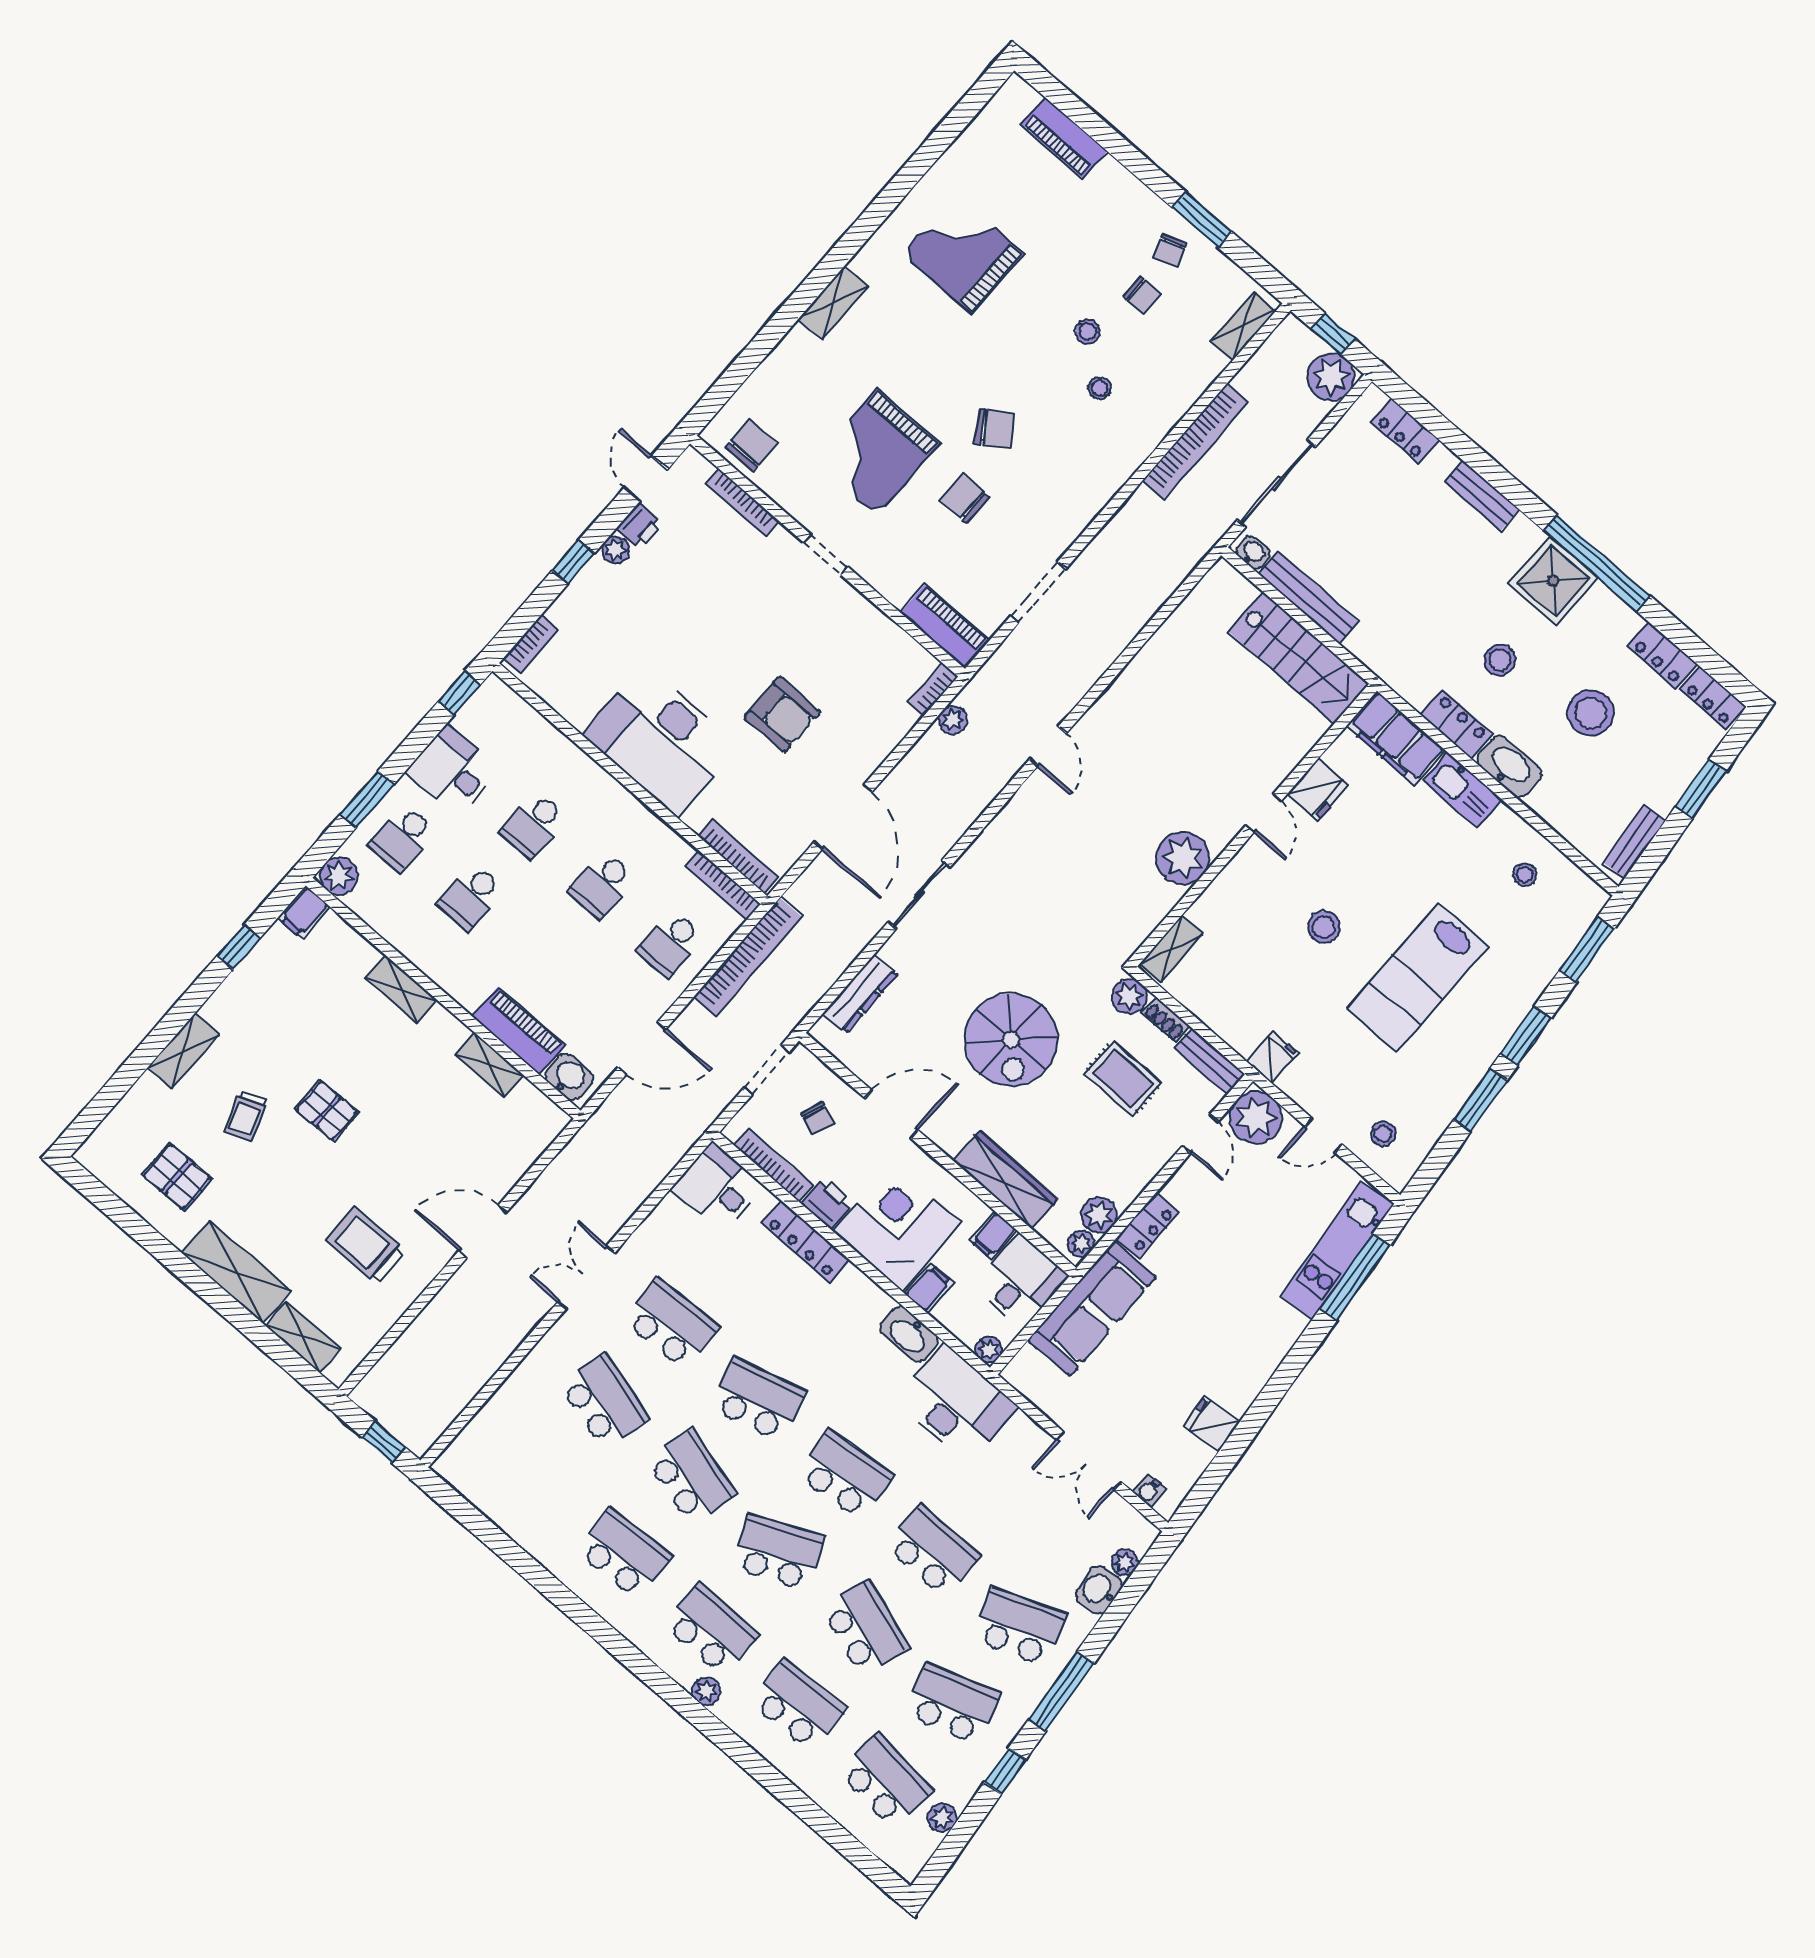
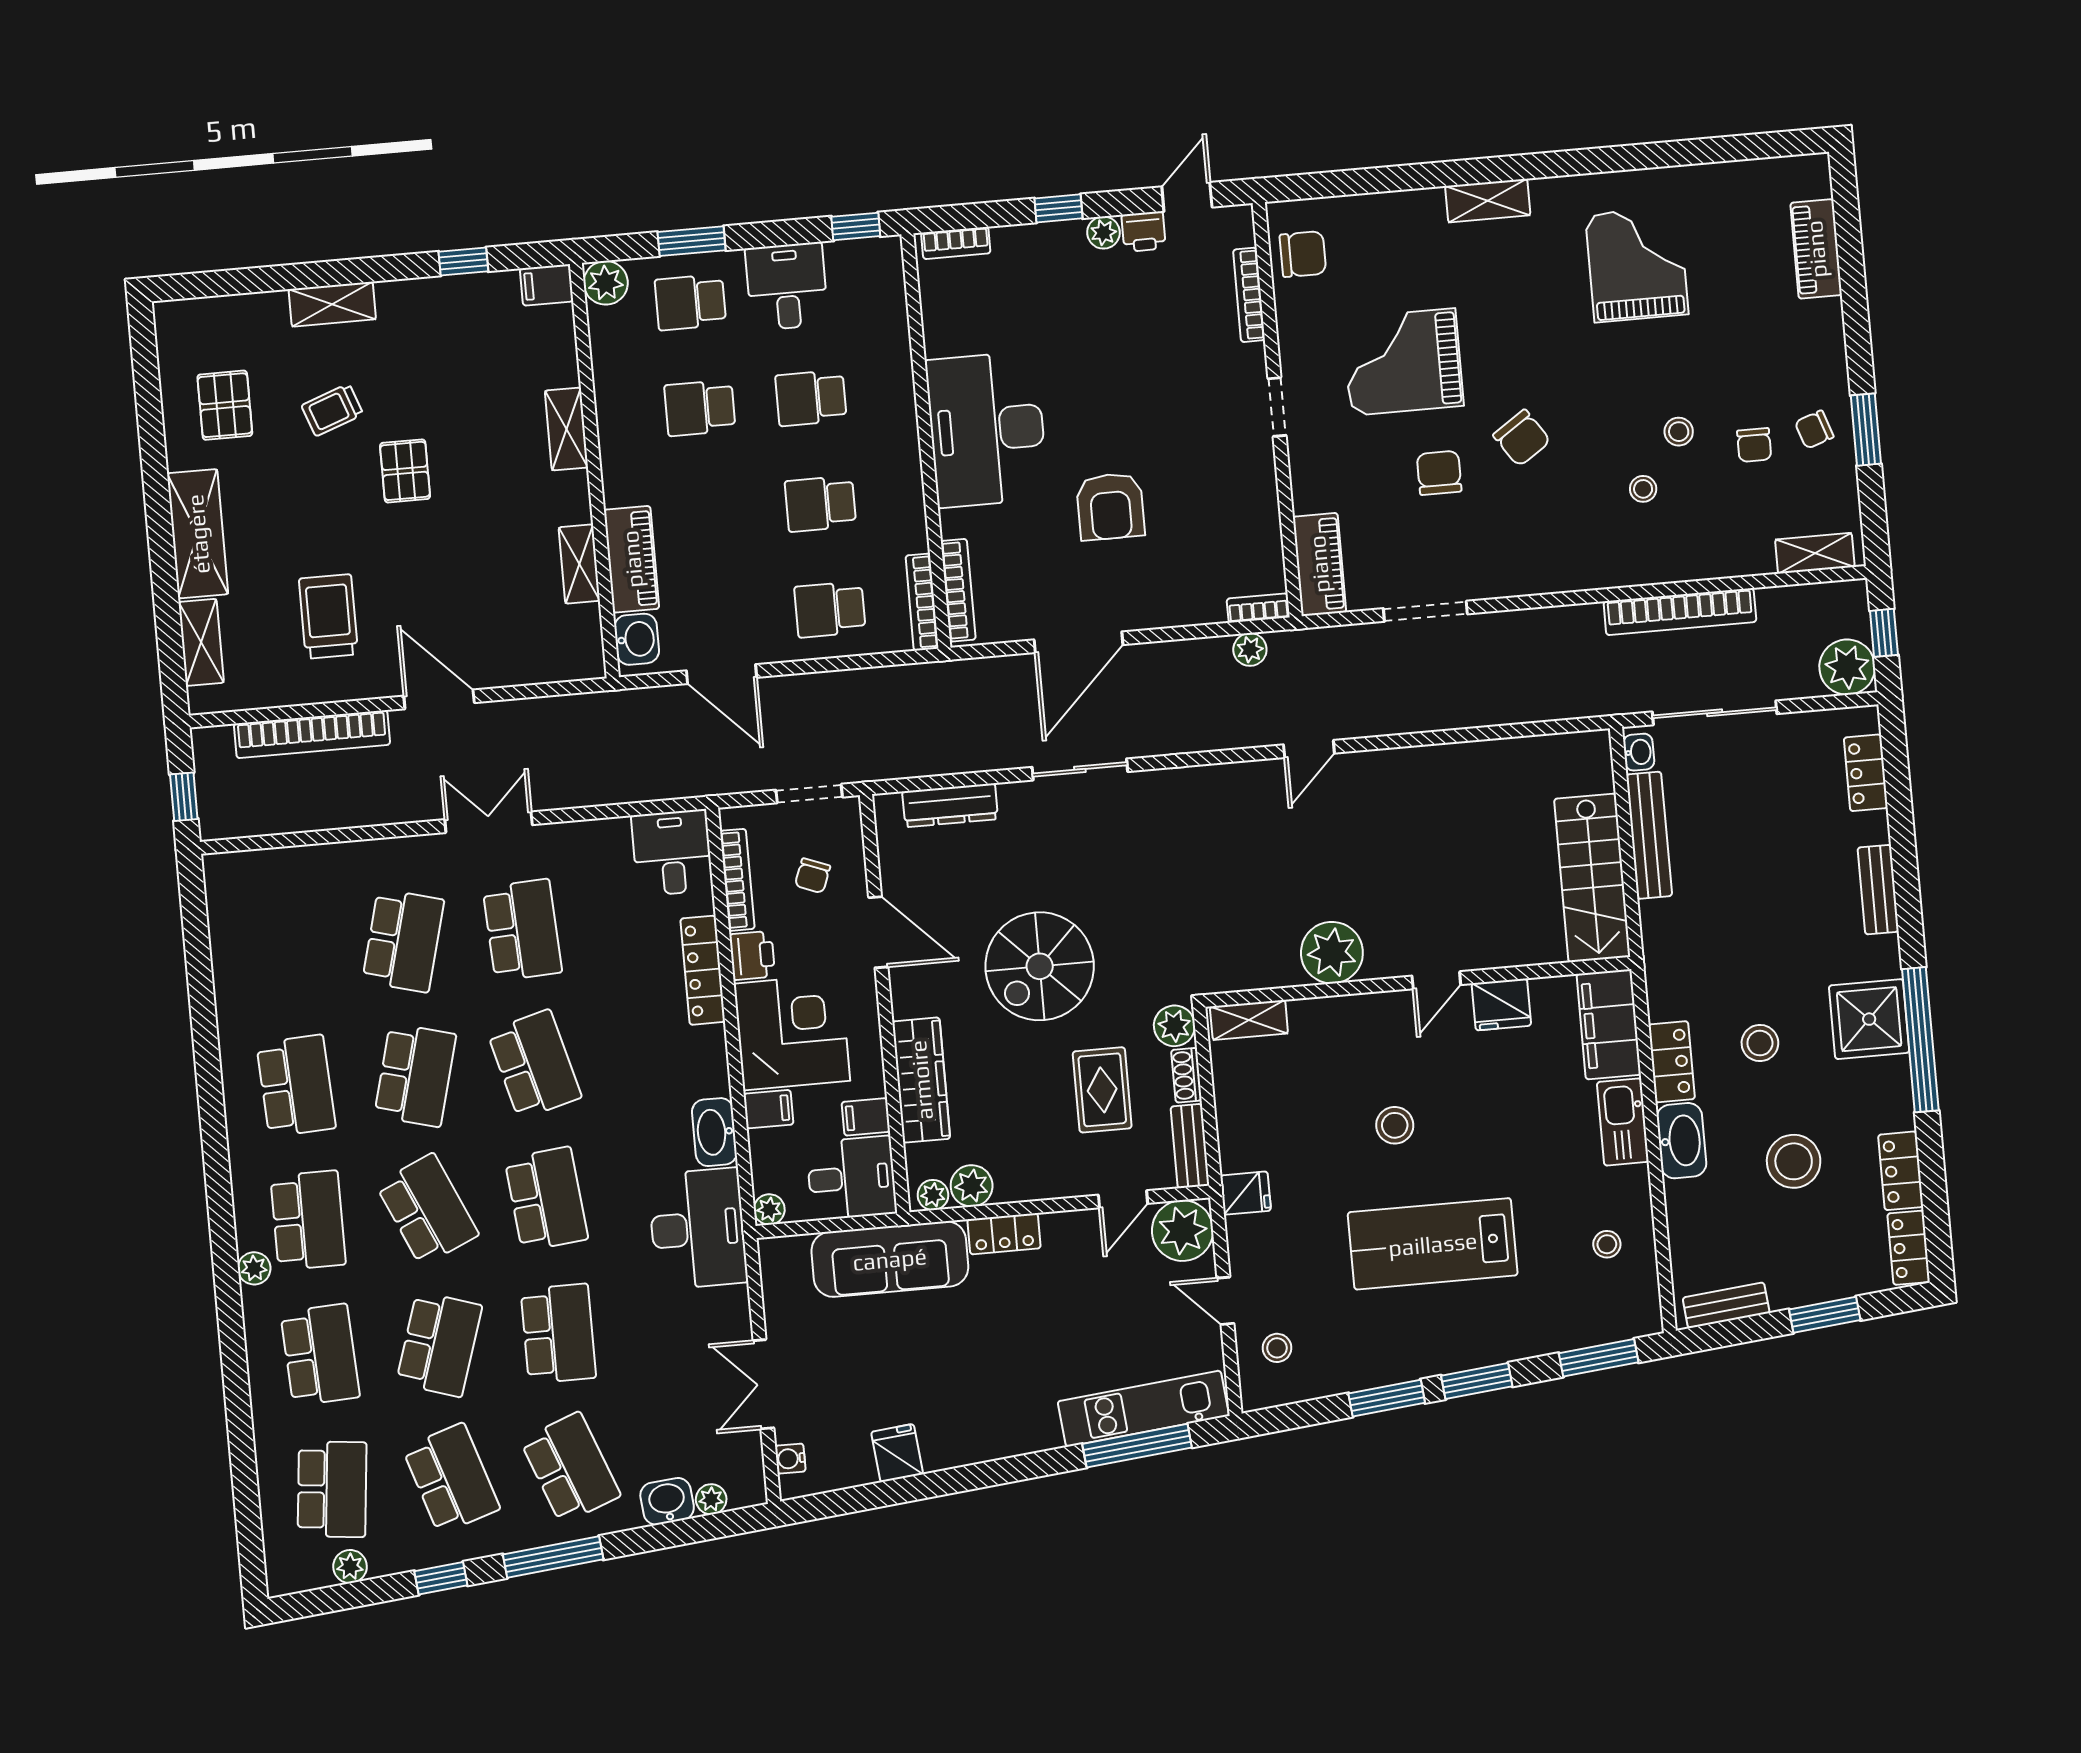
bookcase: (748, 957) -> (312, 734), moved

